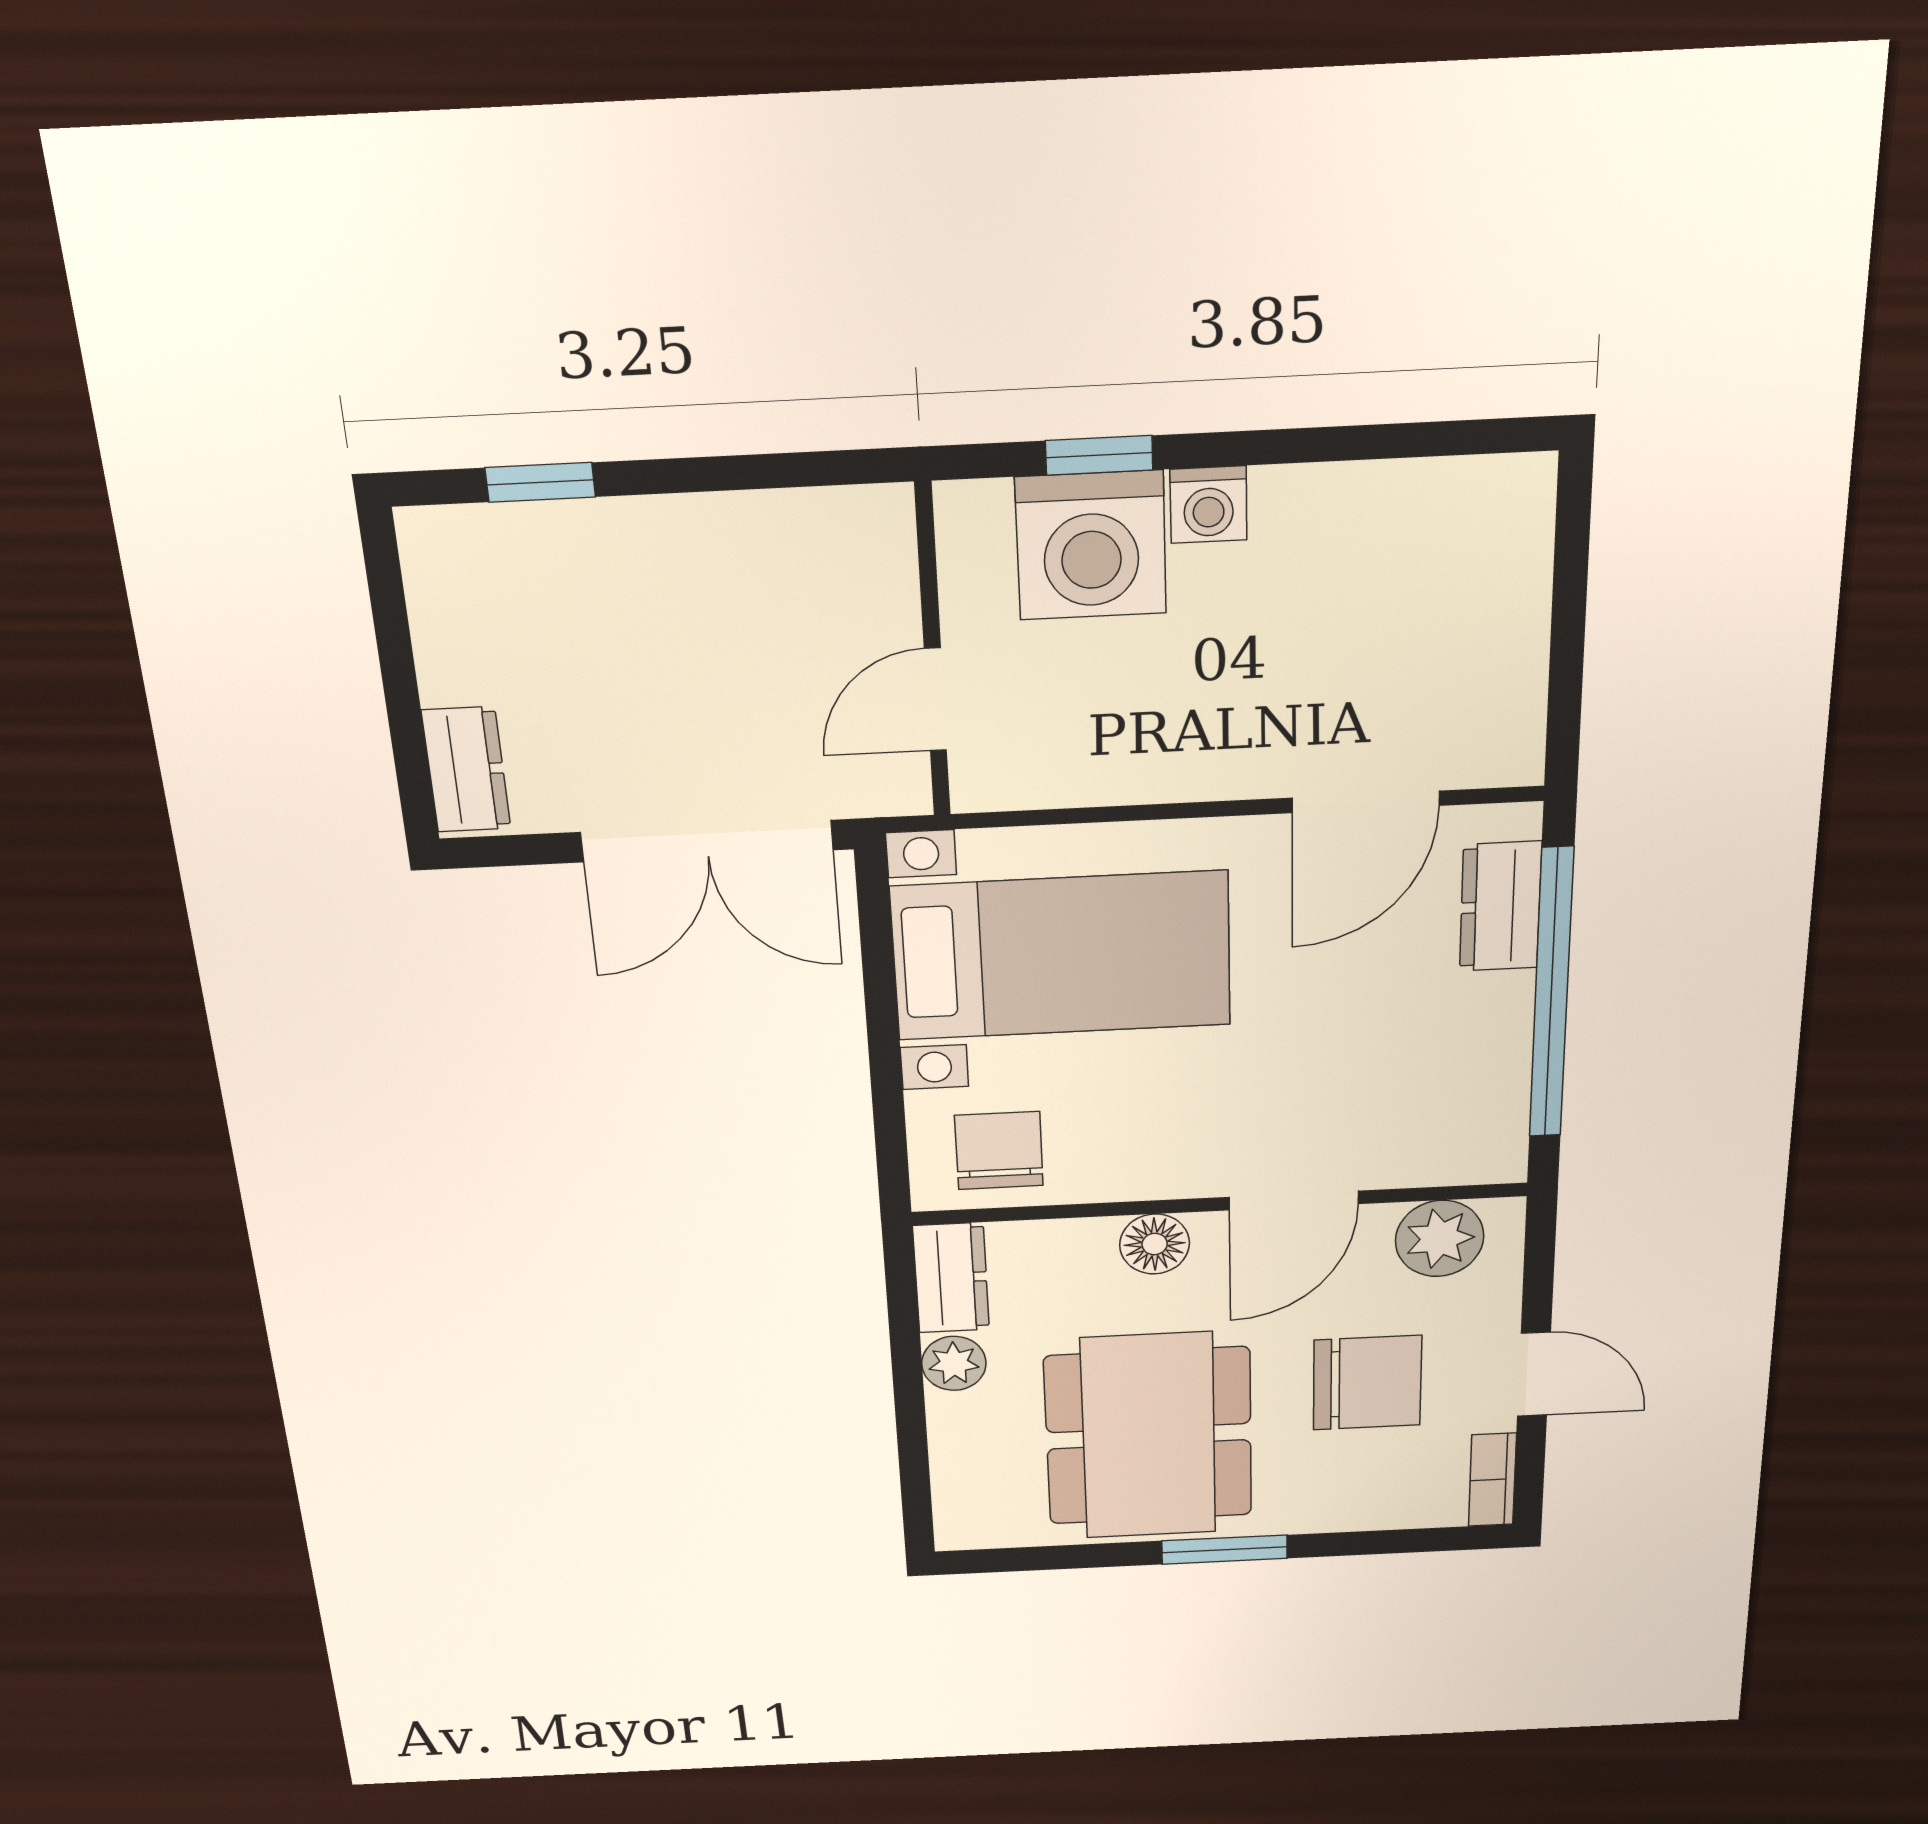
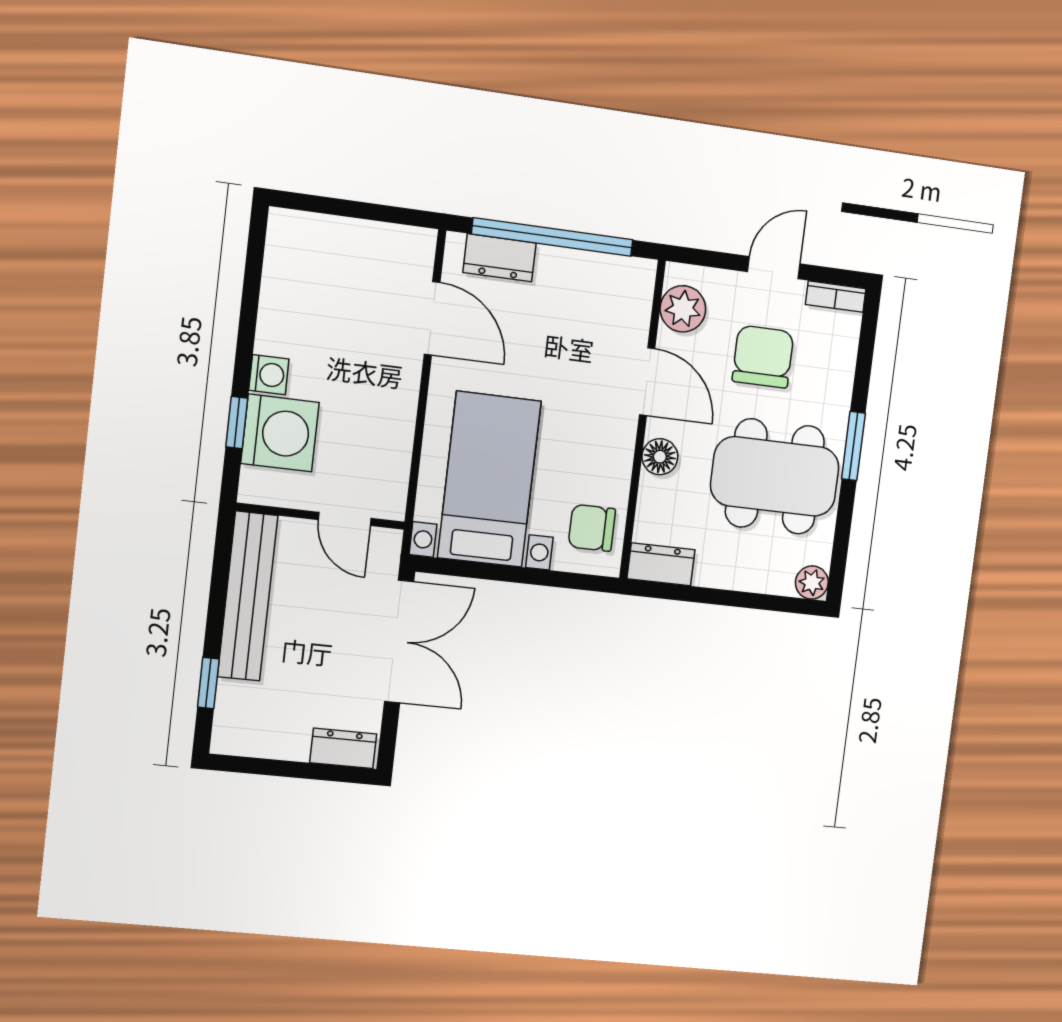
bench: (740, 533) -> (248, 596), added
plant: (954, 1363) -> (812, 583), moved

